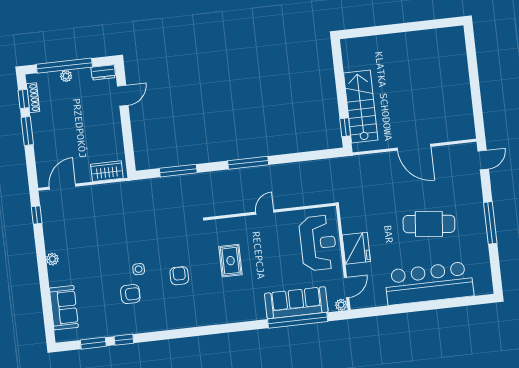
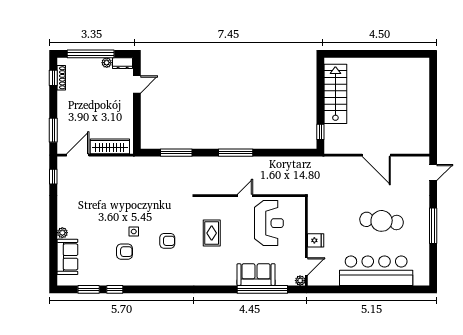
plant: (66, 76) -> (107, 63), moved
stairs: (361, 106) -> (335, 94), moved
window: (27, 131) -> (53, 130), moved
wardrobe: (107, 171) -> (110, 146), width x1.50
reception desk: (318, 243) -> (269, 223), moved
fridge: (356, 248) -> (316, 240), width x0.53, depth x0.75
plant: (52, 259) -> (62, 233), moved
armchair: (179, 276) -> (167, 241), turned 90
sofa: (296, 303) -> (256, 275), width x0.73

